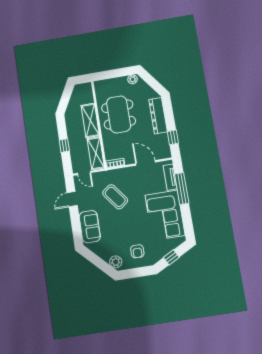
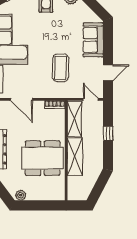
dining table: (119, 114) -> (43, 158), turned 90
coffee table: (115, 197) -> (61, 68), turned 38

